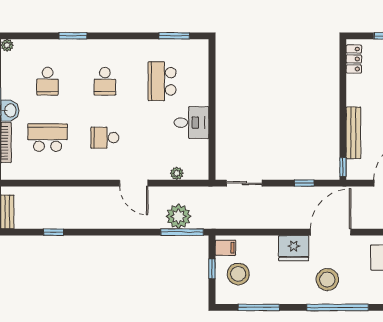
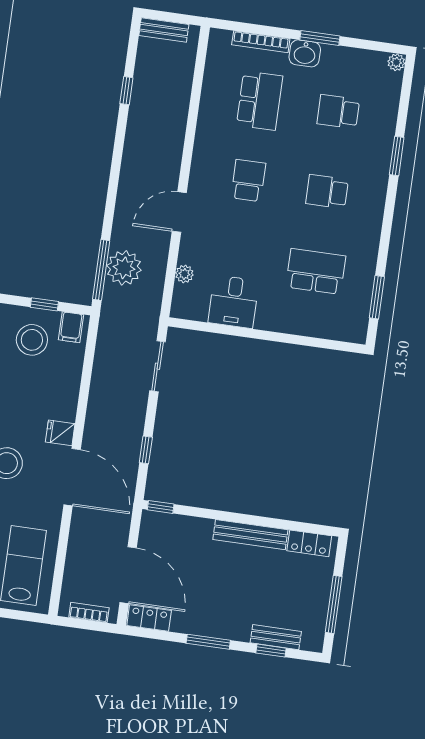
desk: (191, 123) -> (234, 302), moved
bench: (353, 133) -> (250, 535), moved
fridge: (294, 248) -> (60, 433), width x0.53, depth x0.75

